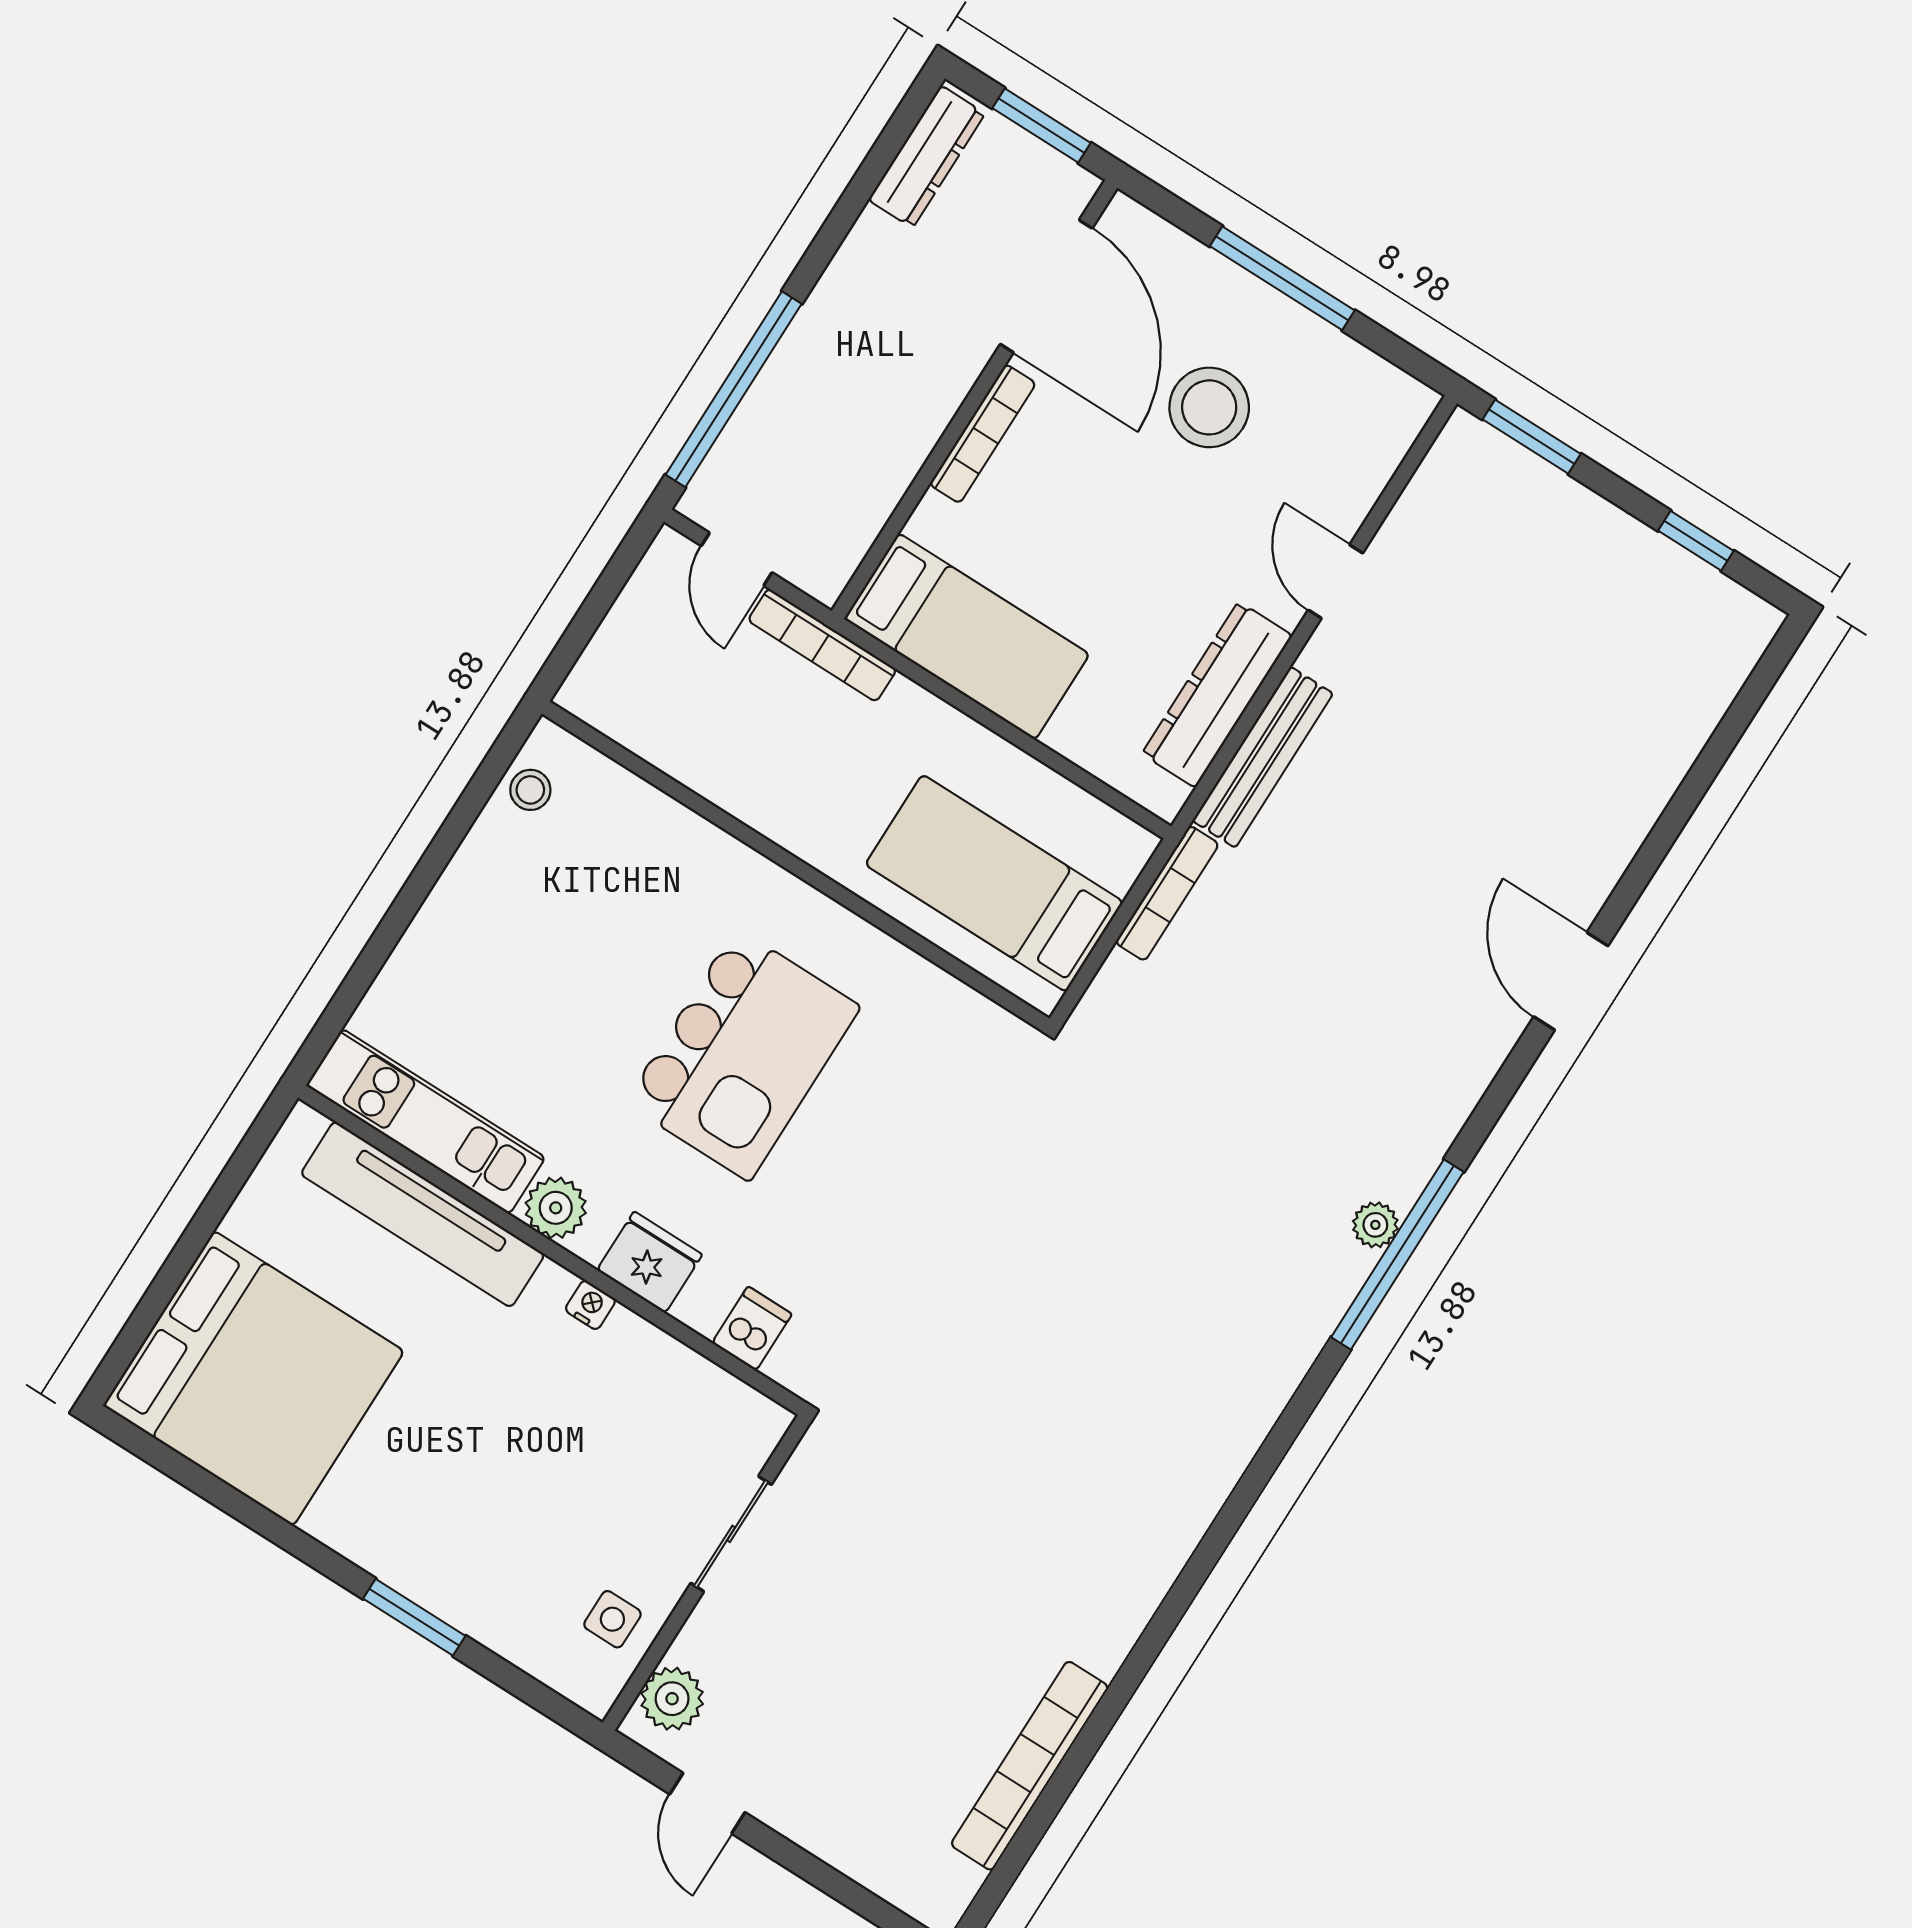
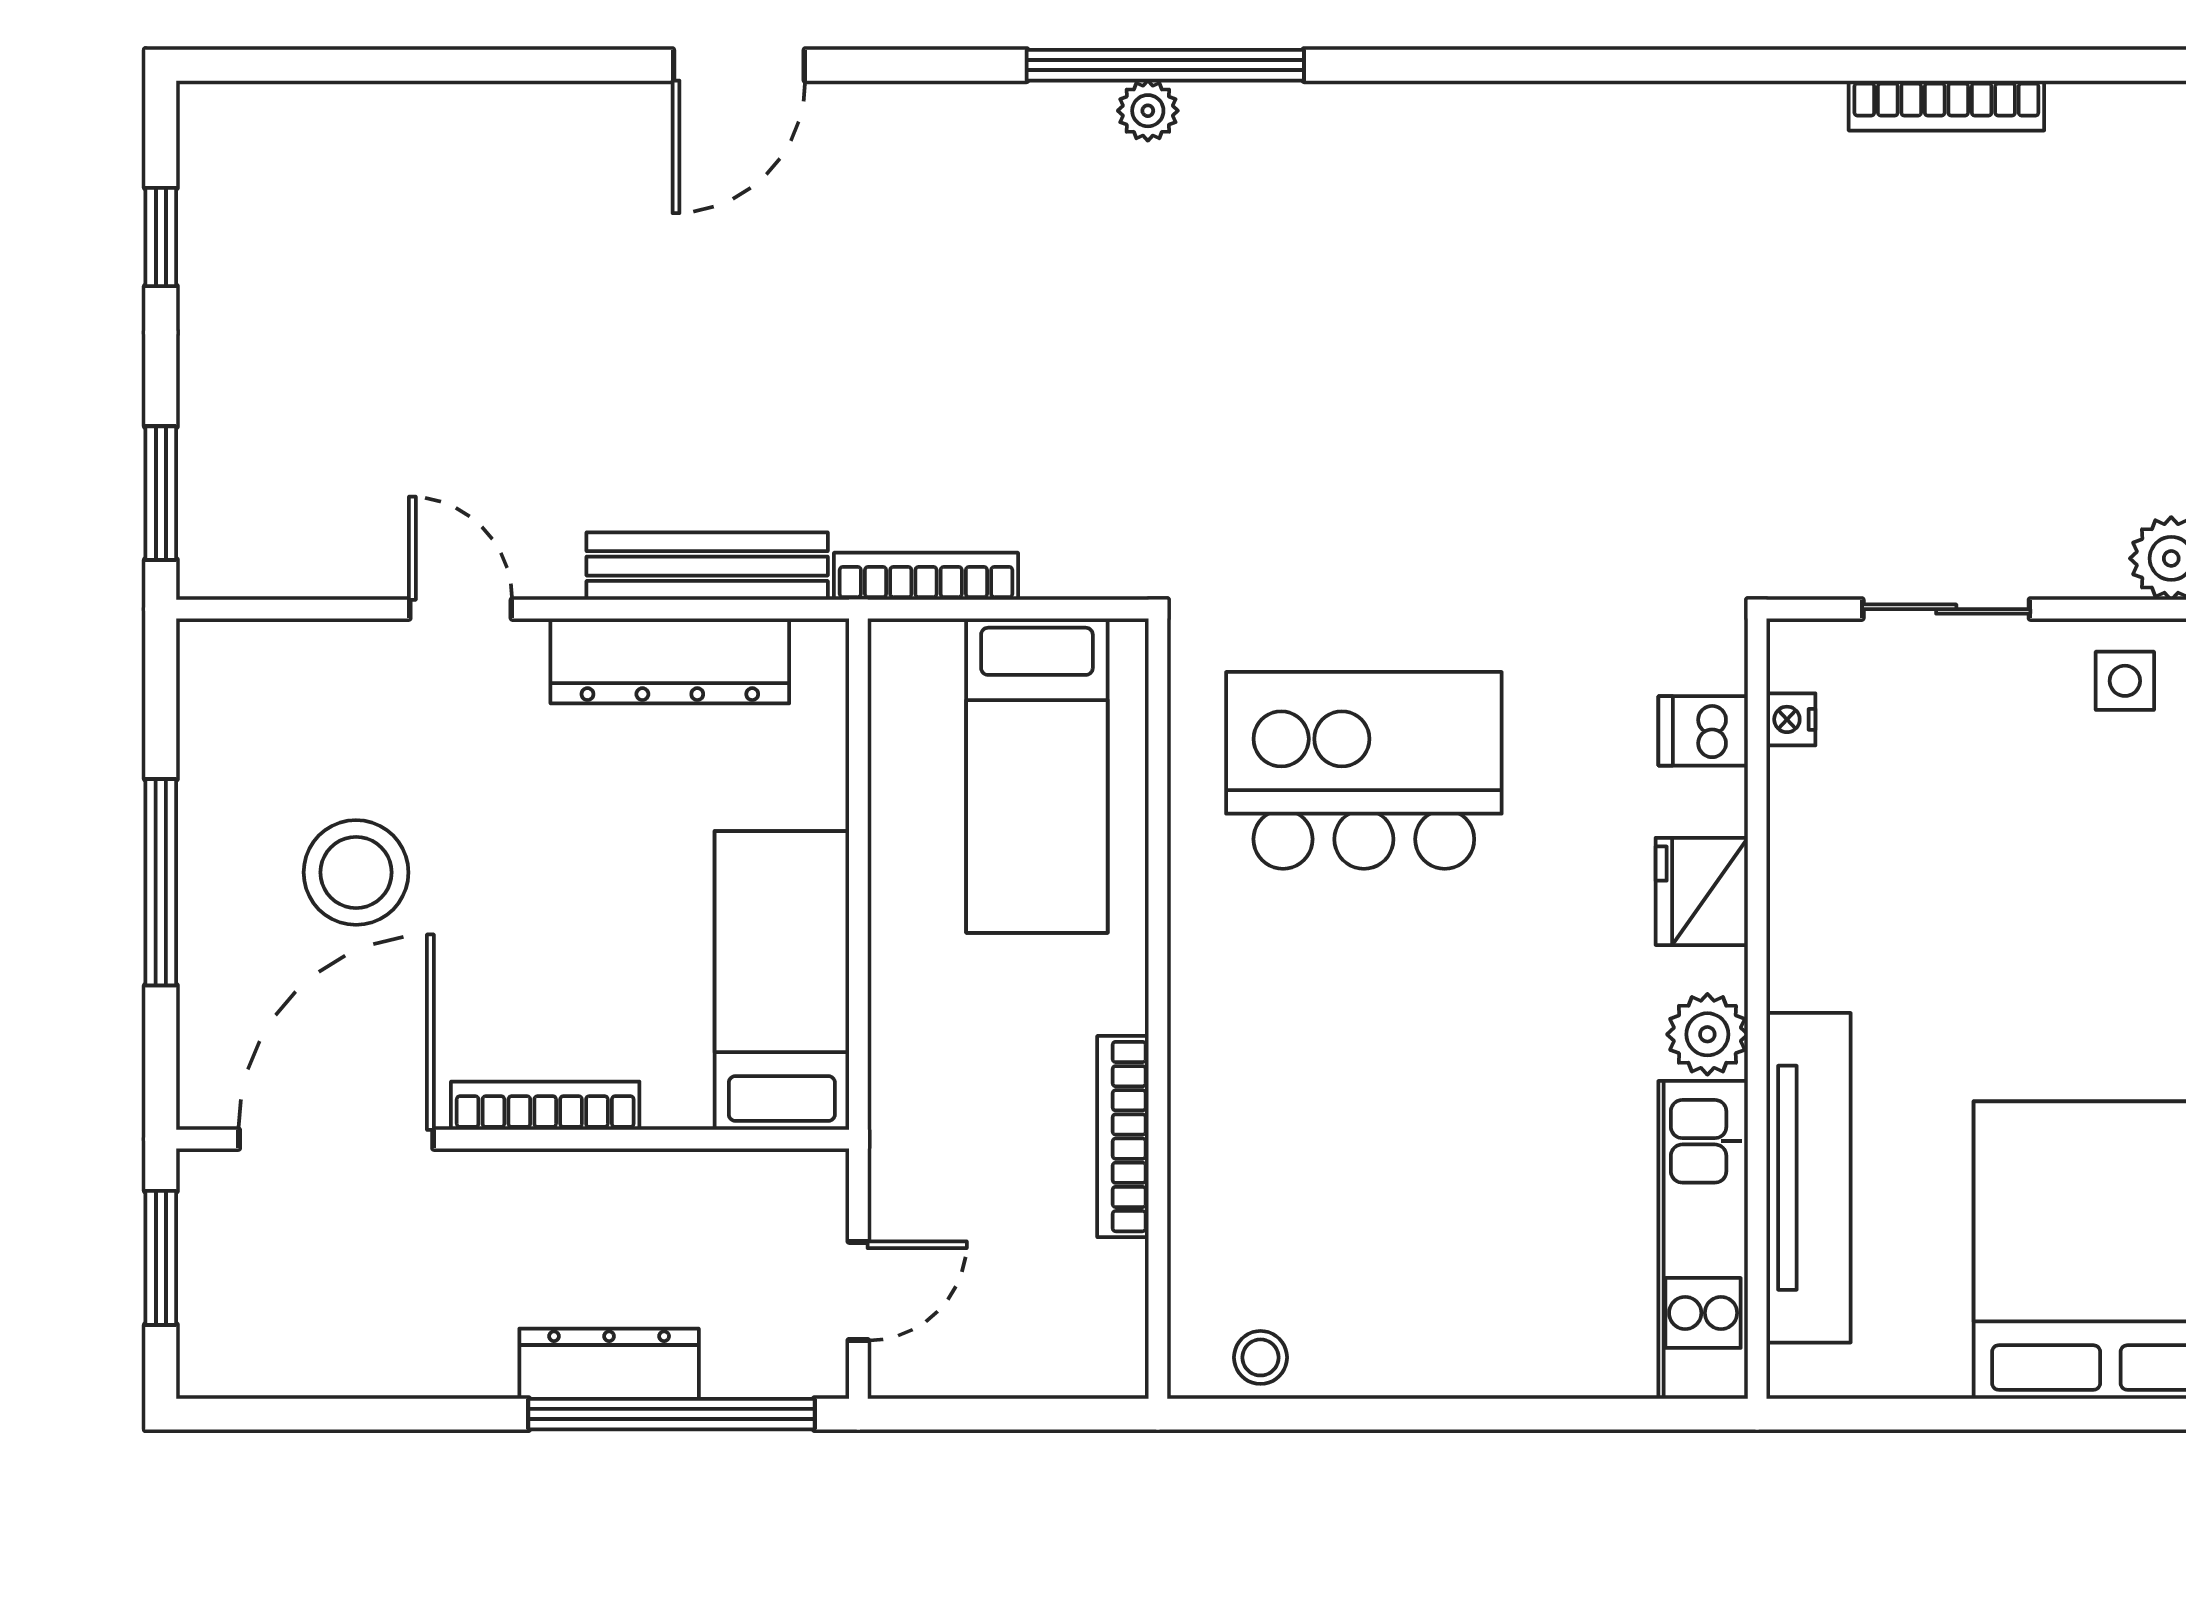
dresser: (927, 157) -> (609, 1364), moved
door: (1335, 582) -> (461, 609), swing flipped
bookcase: (822, 645) -> (1123, 1137), moved, turned 180
kitchen island: (743, 1055) -> (1364, 770), moved
nightstand: (590, 1305) -> (1791, 719), moved
bookcase: (1030, 1766) -> (1946, 106), width x0.68, depth x0.76

